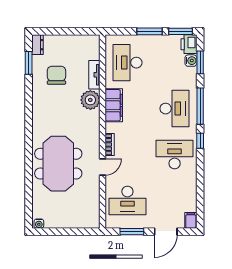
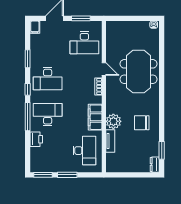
printer: (189, 44) -> (36, 139), moved
water cooler: (191, 61) -> (35, 152), removed
window: (200, 62) -> (28, 59), moved
chair: (56, 75) -> (142, 123), moved, turned 90
desk: (175, 109) -> (48, 115), turned 90
door: (103, 167) -> (104, 69), swing flipped
desk: (127, 200) -> (84, 43), turned 180

